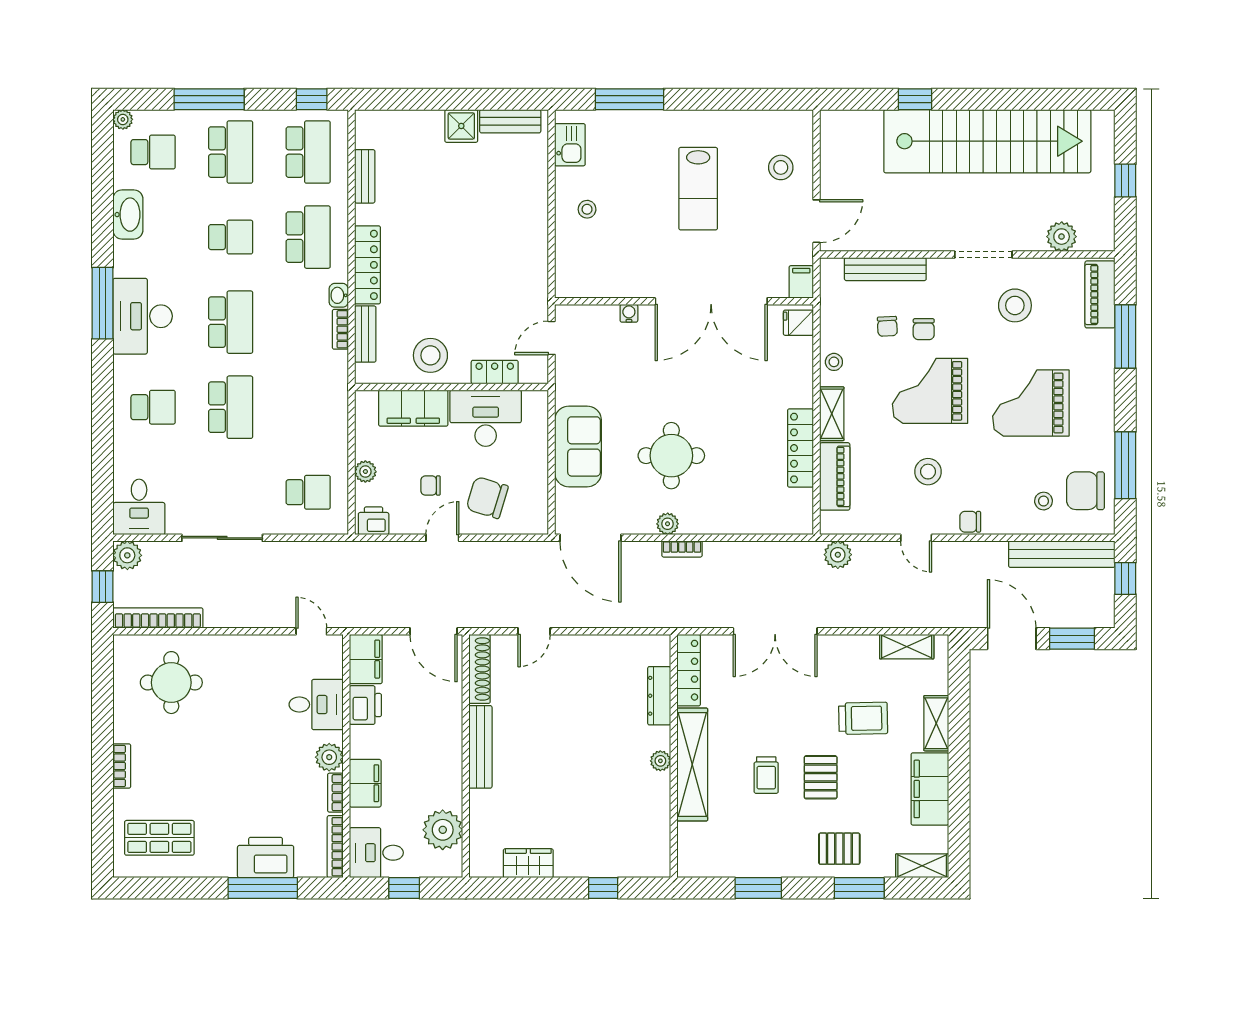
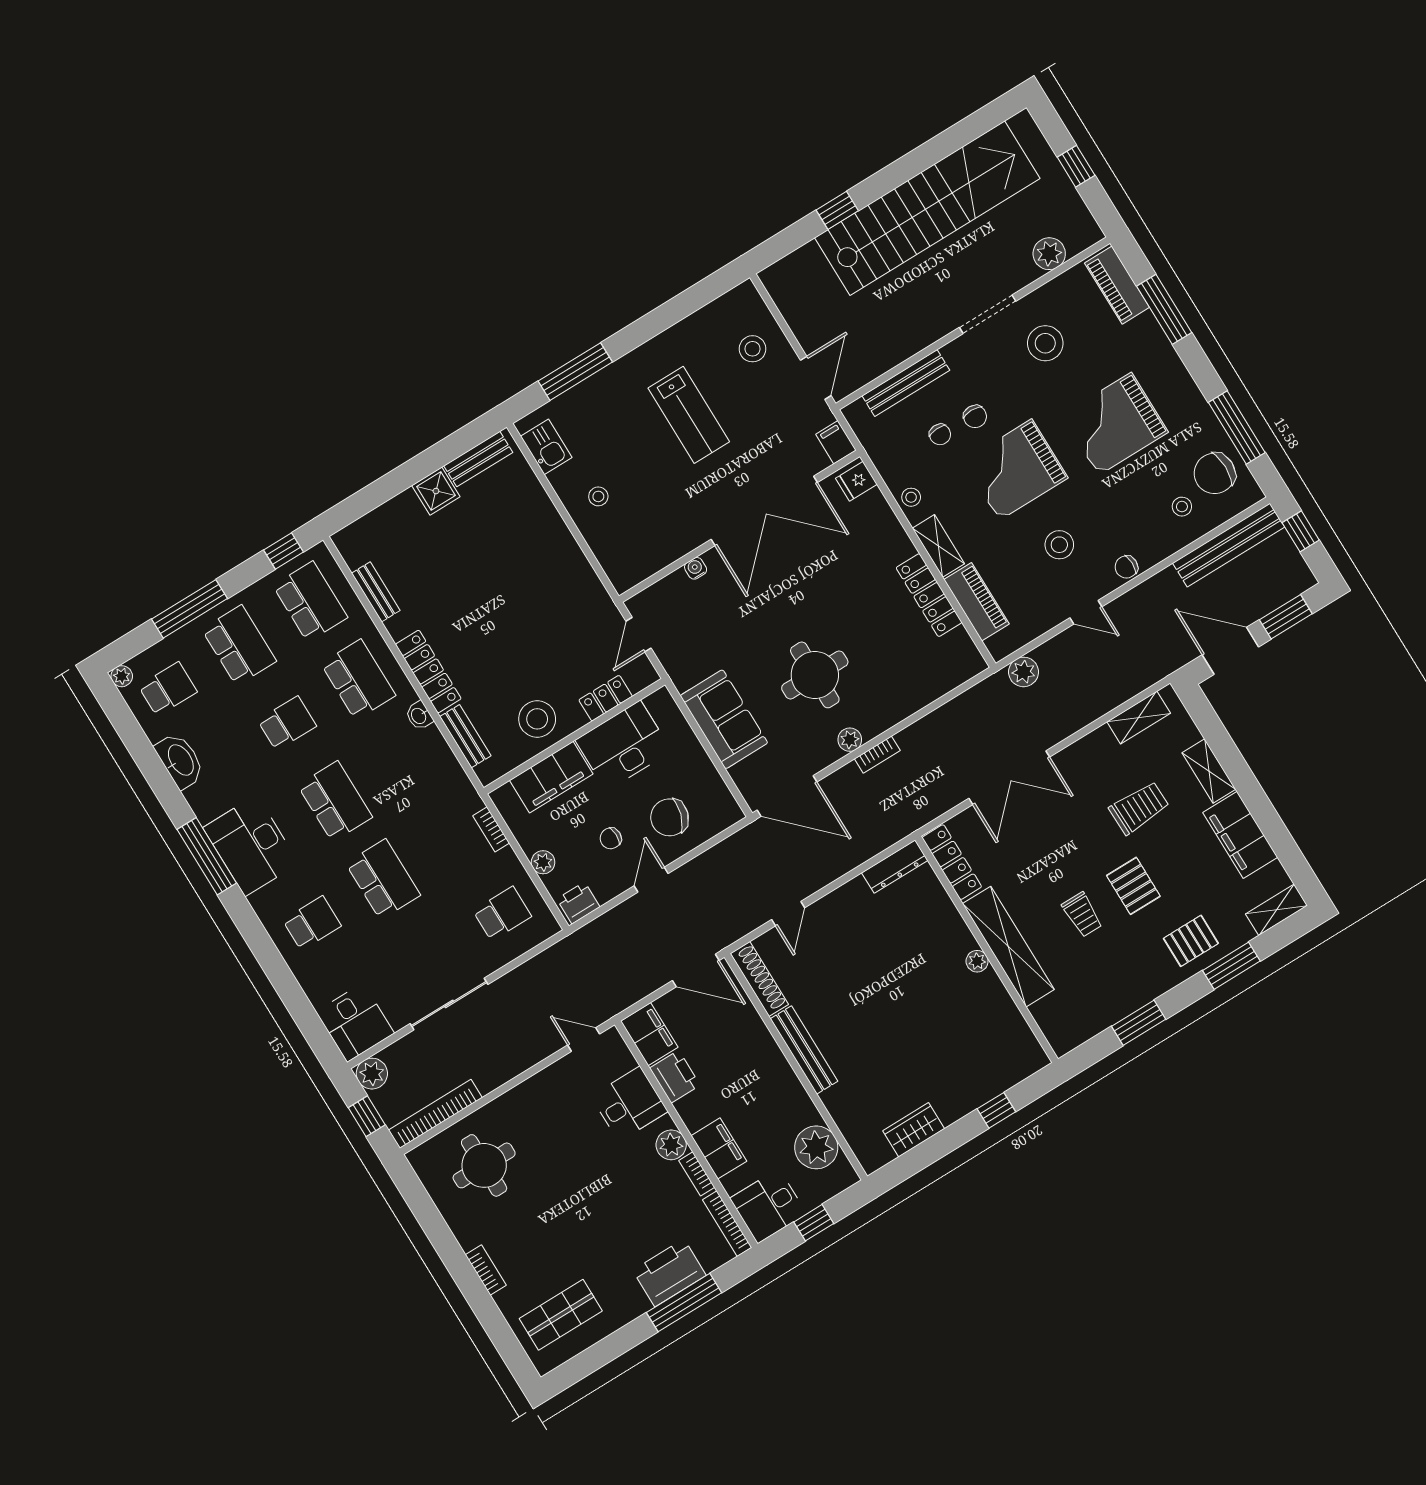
bookcase: (340, 329) -> (491, 829), moved
dresser: (659, 696) -> (895, 867), moved, turned -90

